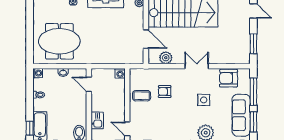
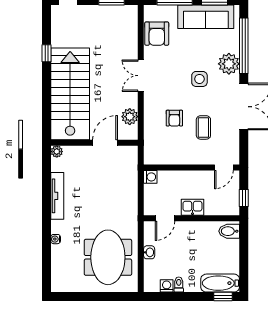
washing machine: (38, 73) -> (167, 286), moved
coffee table: (142, 96) -> (203, 127), moved
side table: (204, 100) -> (199, 79), moved
kitchen sink: (97, 120) -> (192, 207), moved

